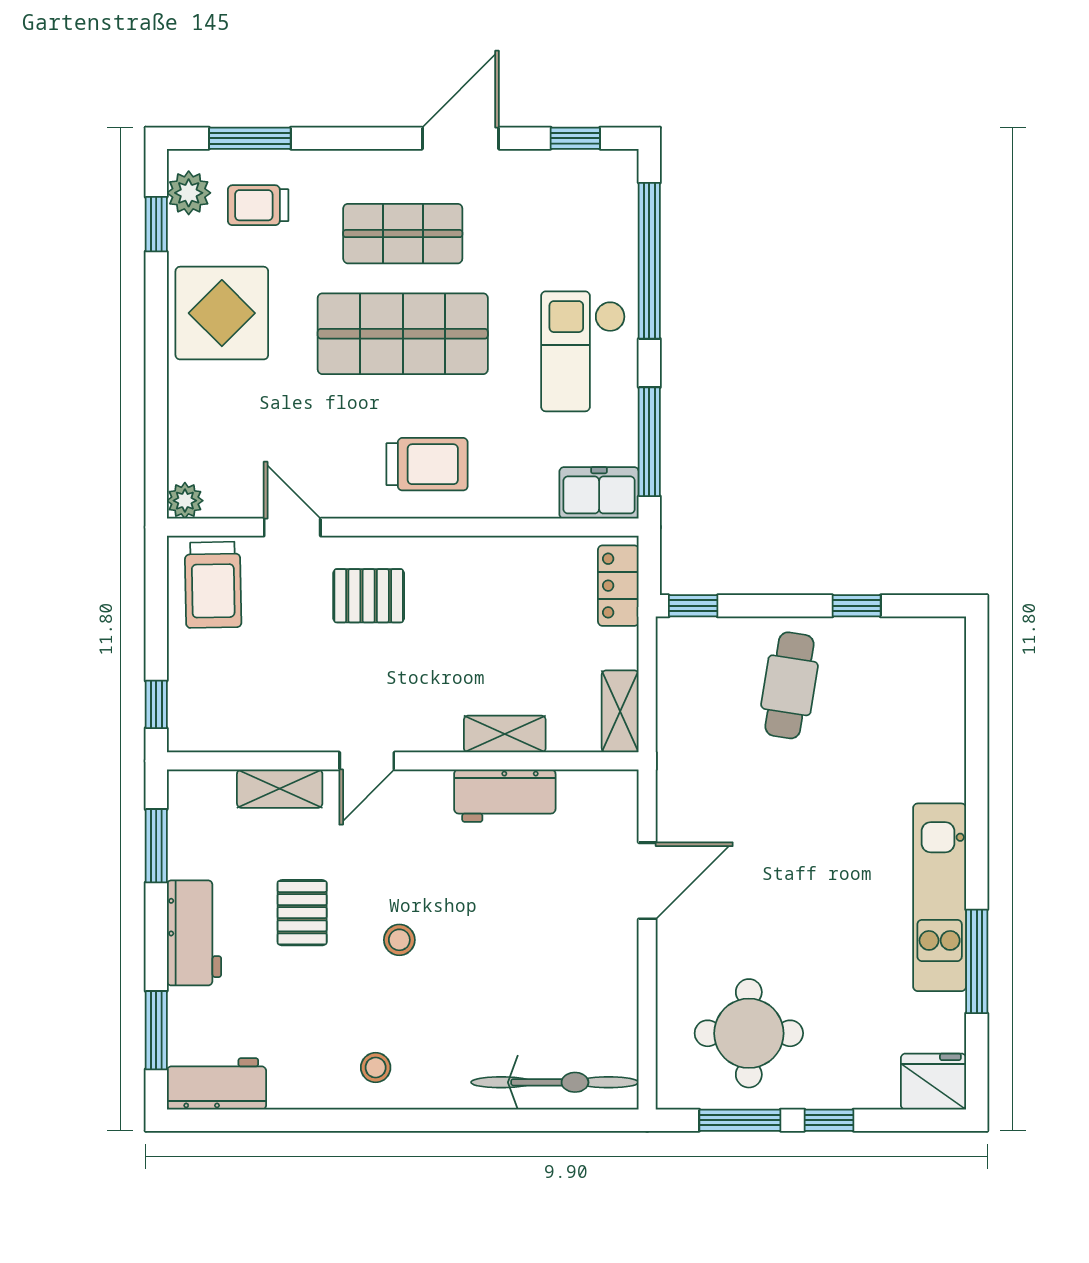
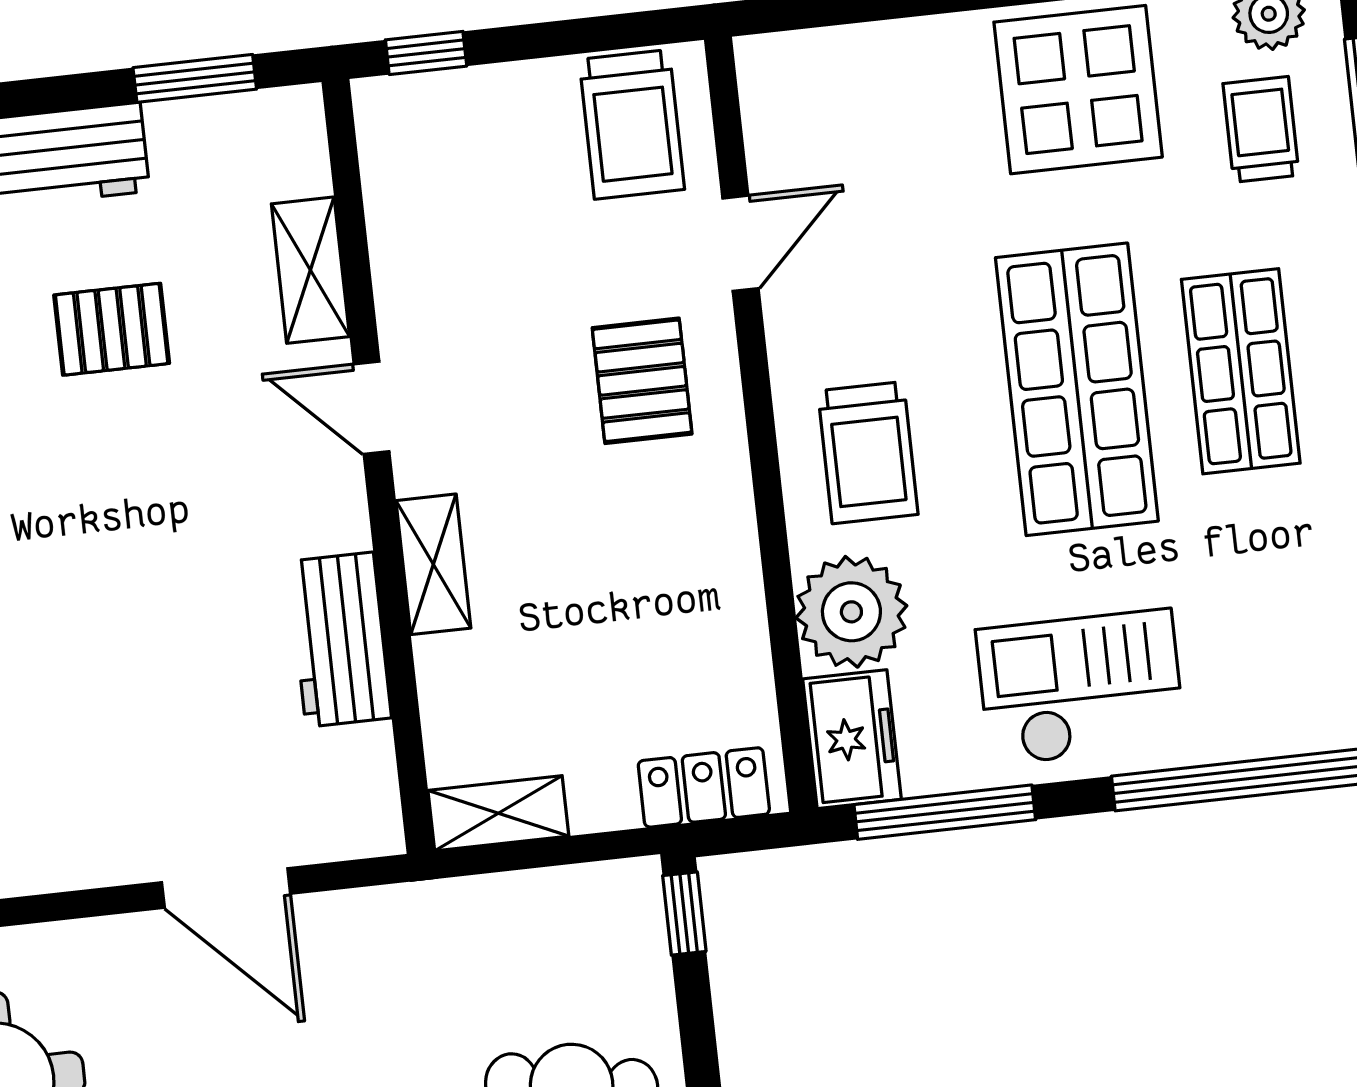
plant: (185, 501) -> (851, 612), moved, width x1.88, depth x1.88
trolley: (213, 585) -> (632, 124), turned -89
shelving: (505, 734) -> (433, 564), moved
stool: (399, 940) -> (85, 493), removed

